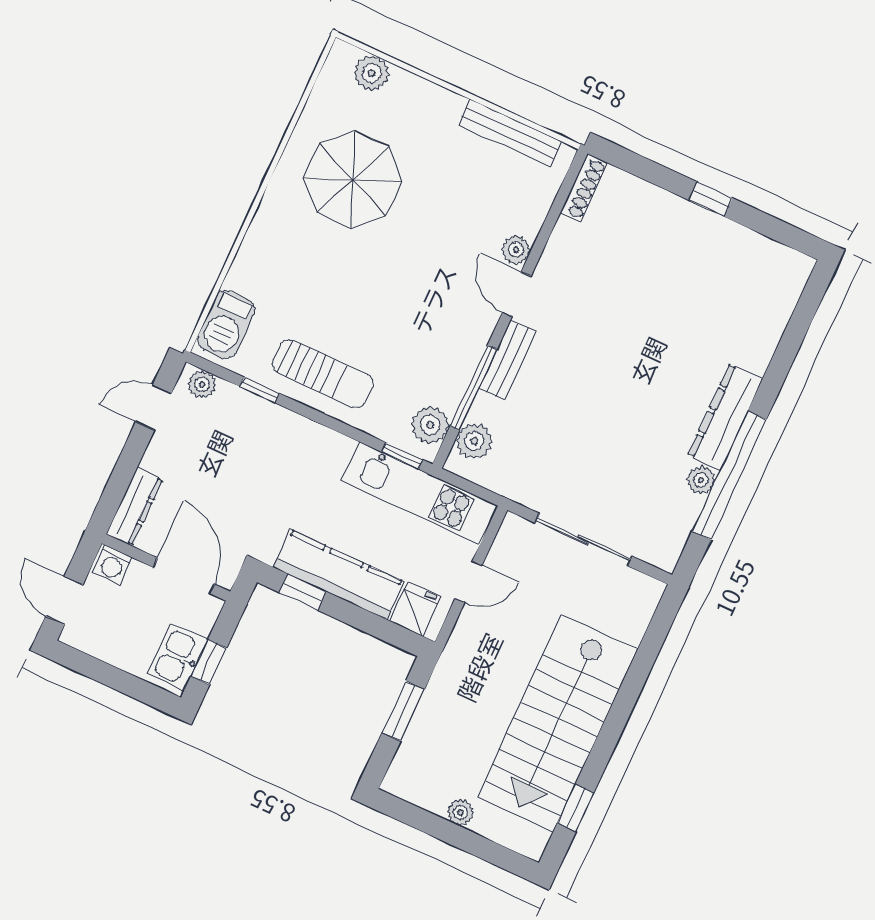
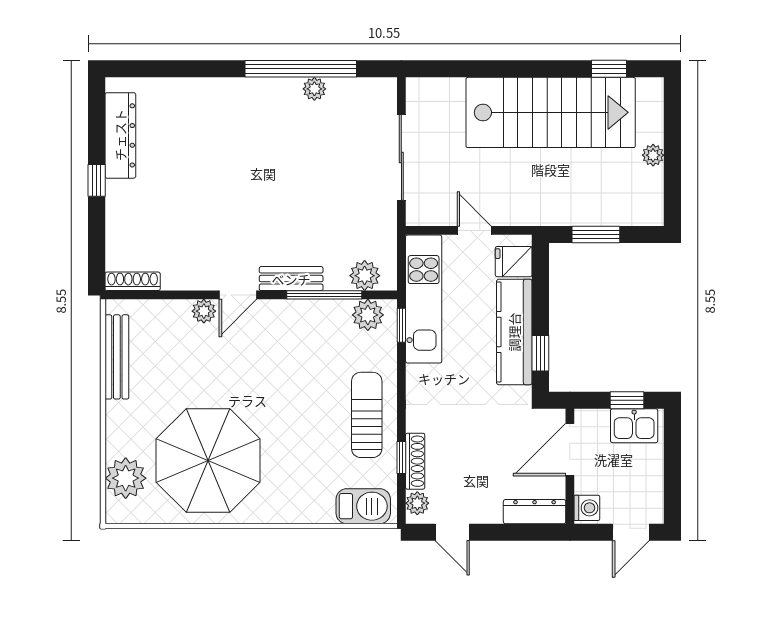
plant: (372, 73) -> (126, 478), width x1.36, depth x1.36
parasol: (353, 180) -> (208, 460), width x1.36, depth x1.36
shoe rack: (249, 403) -> (415, 461), added
dresser: (725, 417) -> (120, 135), moved, turned -90

